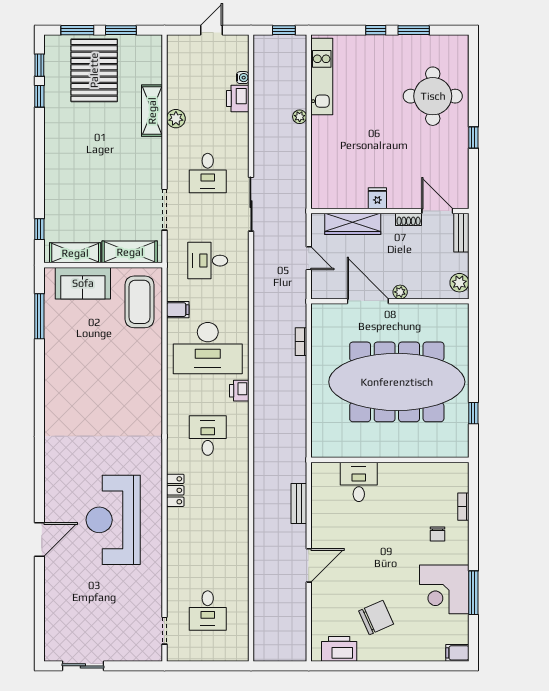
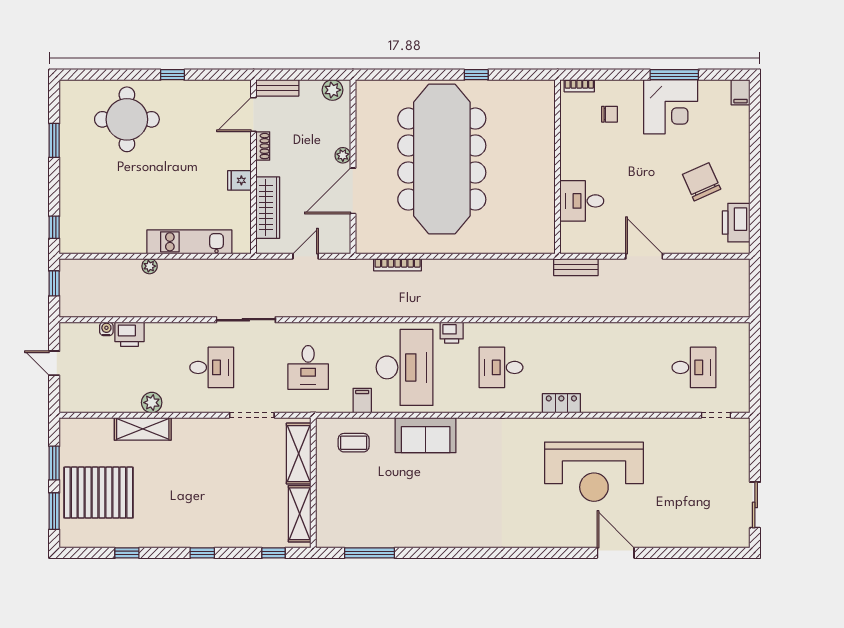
window: (376, 30) -> (54, 227), moved
window: (39, 65) -> (202, 553), moved
kitchen unit: (322, 77) -> (189, 242), moved
sofa: (83, 283) -> (426, 435), moved, turned 90
coffee table: (139, 302) -> (354, 443), width x0.54, depth x0.58
bookcase: (301, 342) -> (398, 265), width x1.56
wall: (390, 460) -> (558, 167), moved
desk: (359, 482) -> (582, 201), moved

